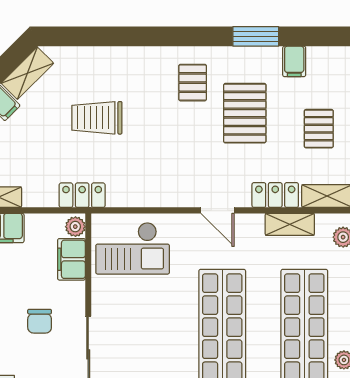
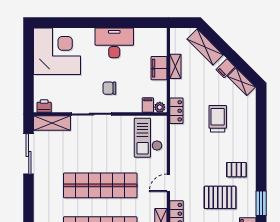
filing cabinet: (71, 259) -> (148, 105), width x0.50

